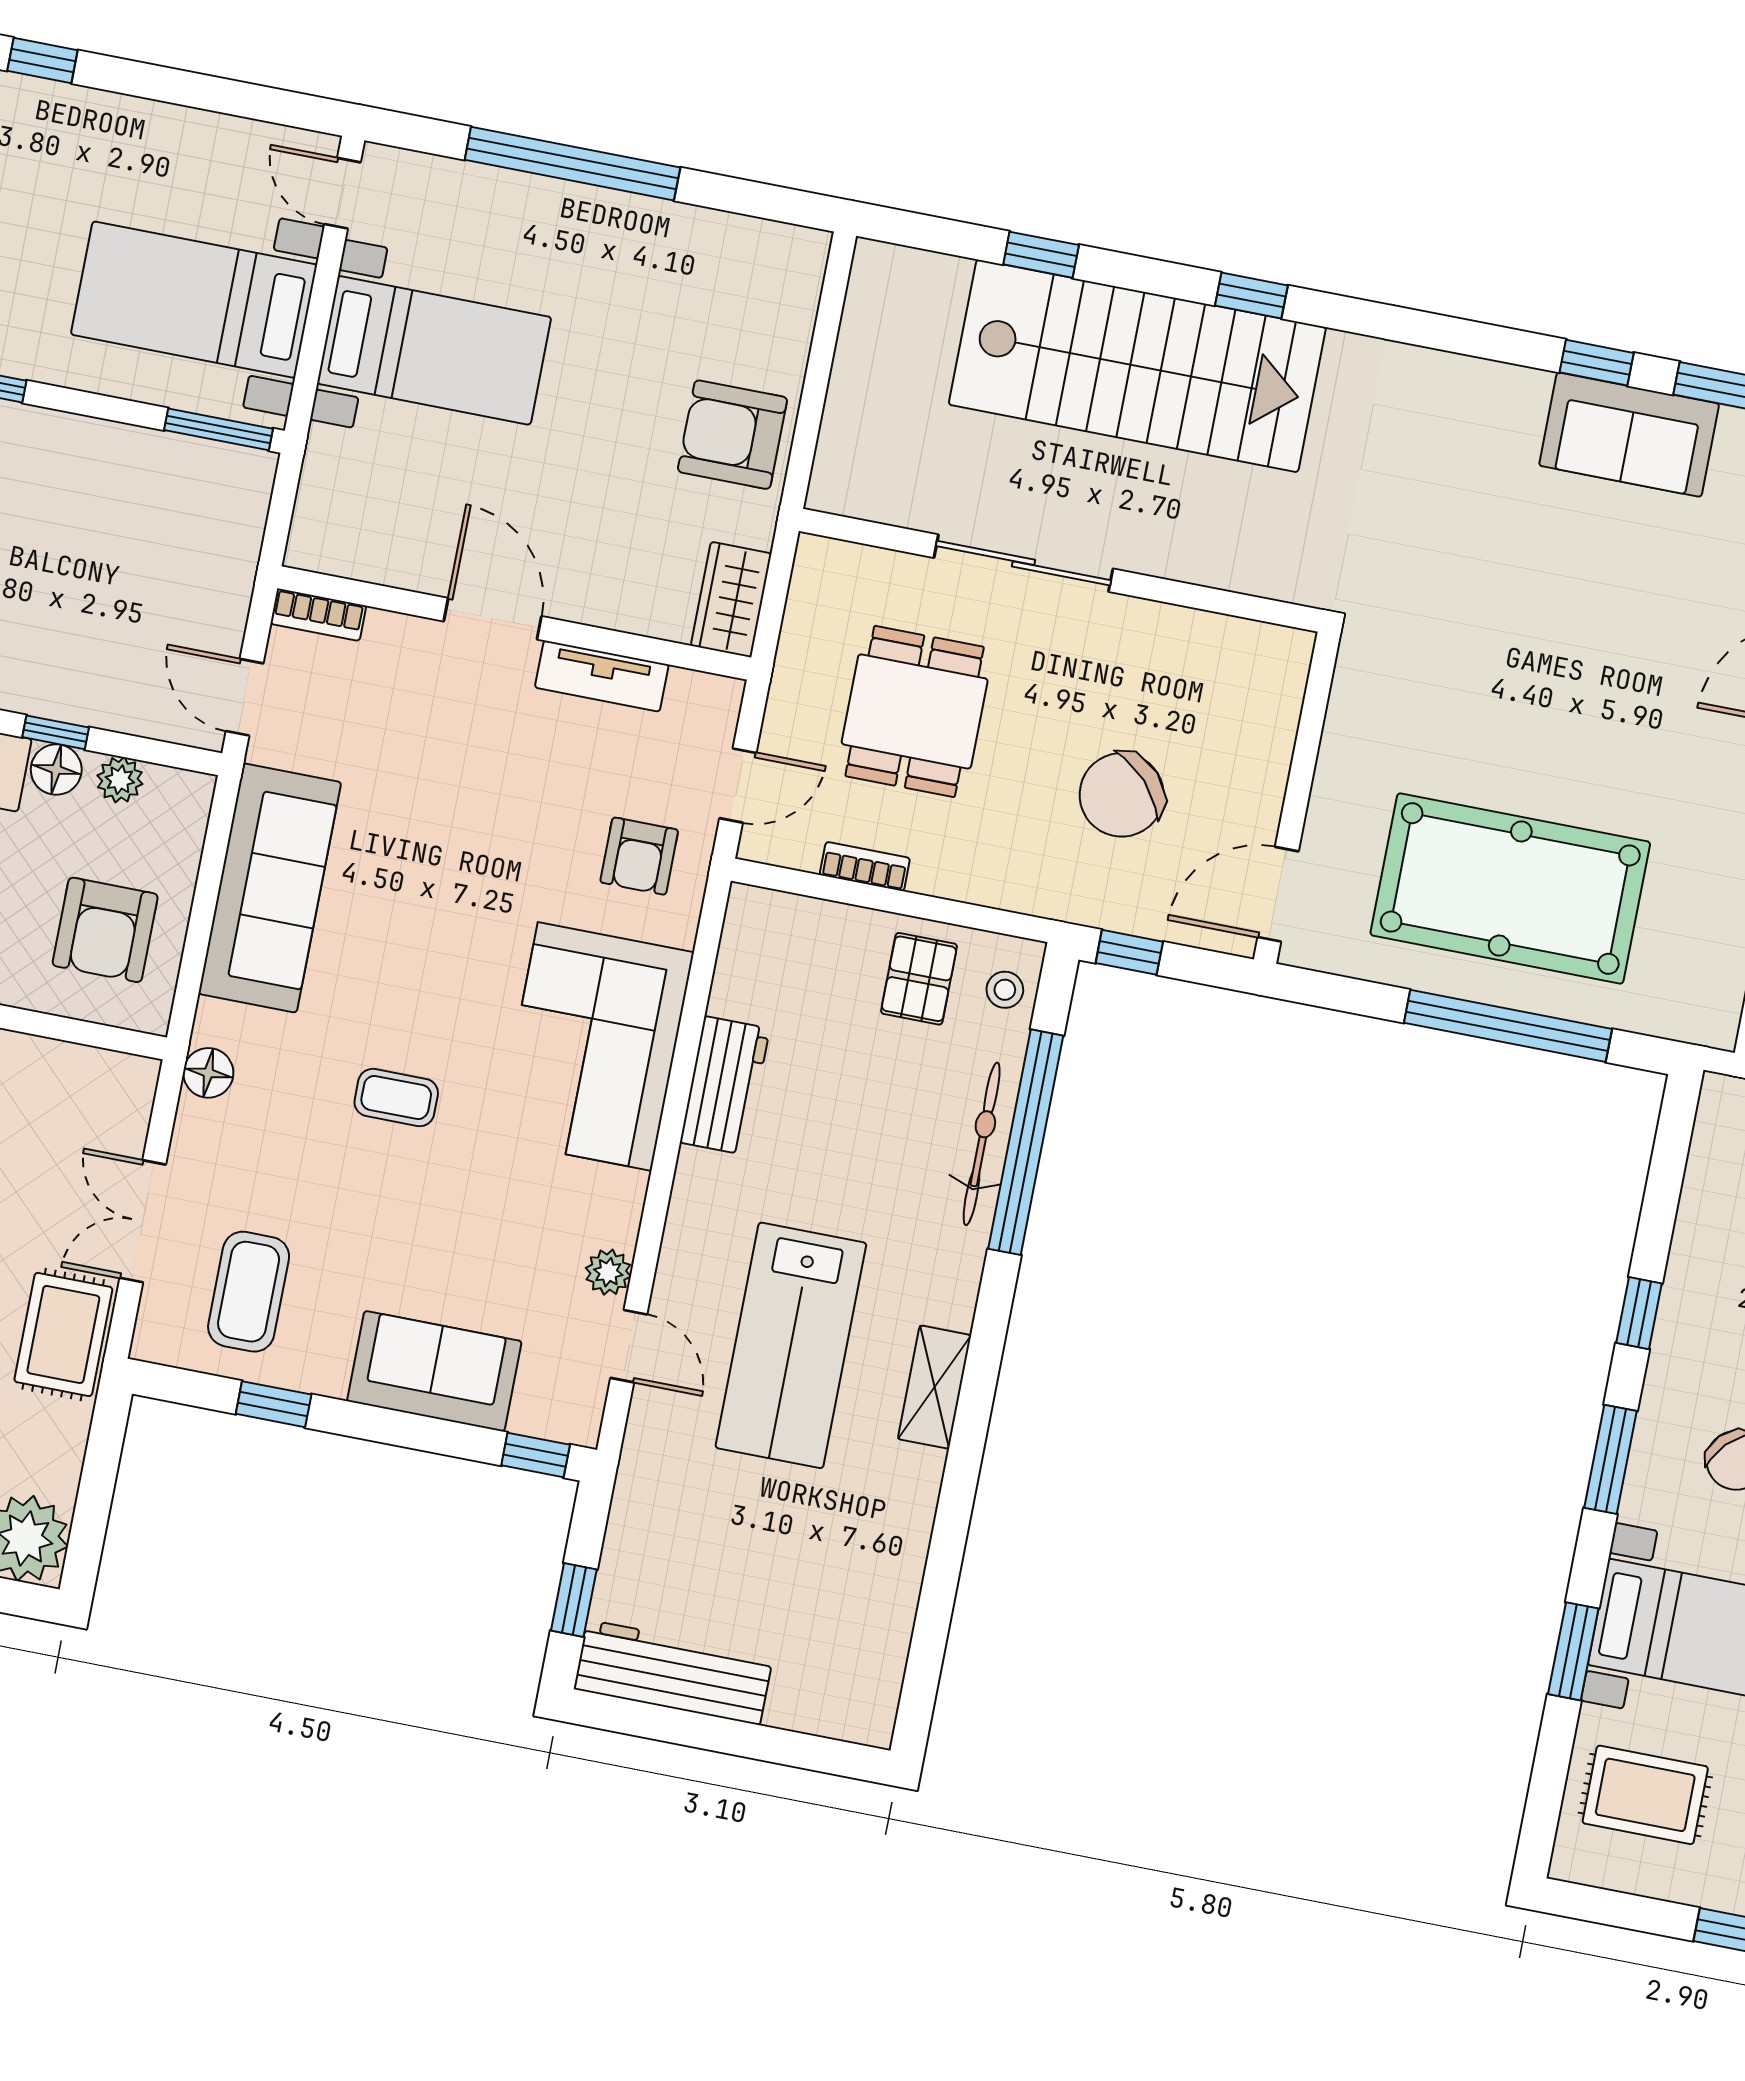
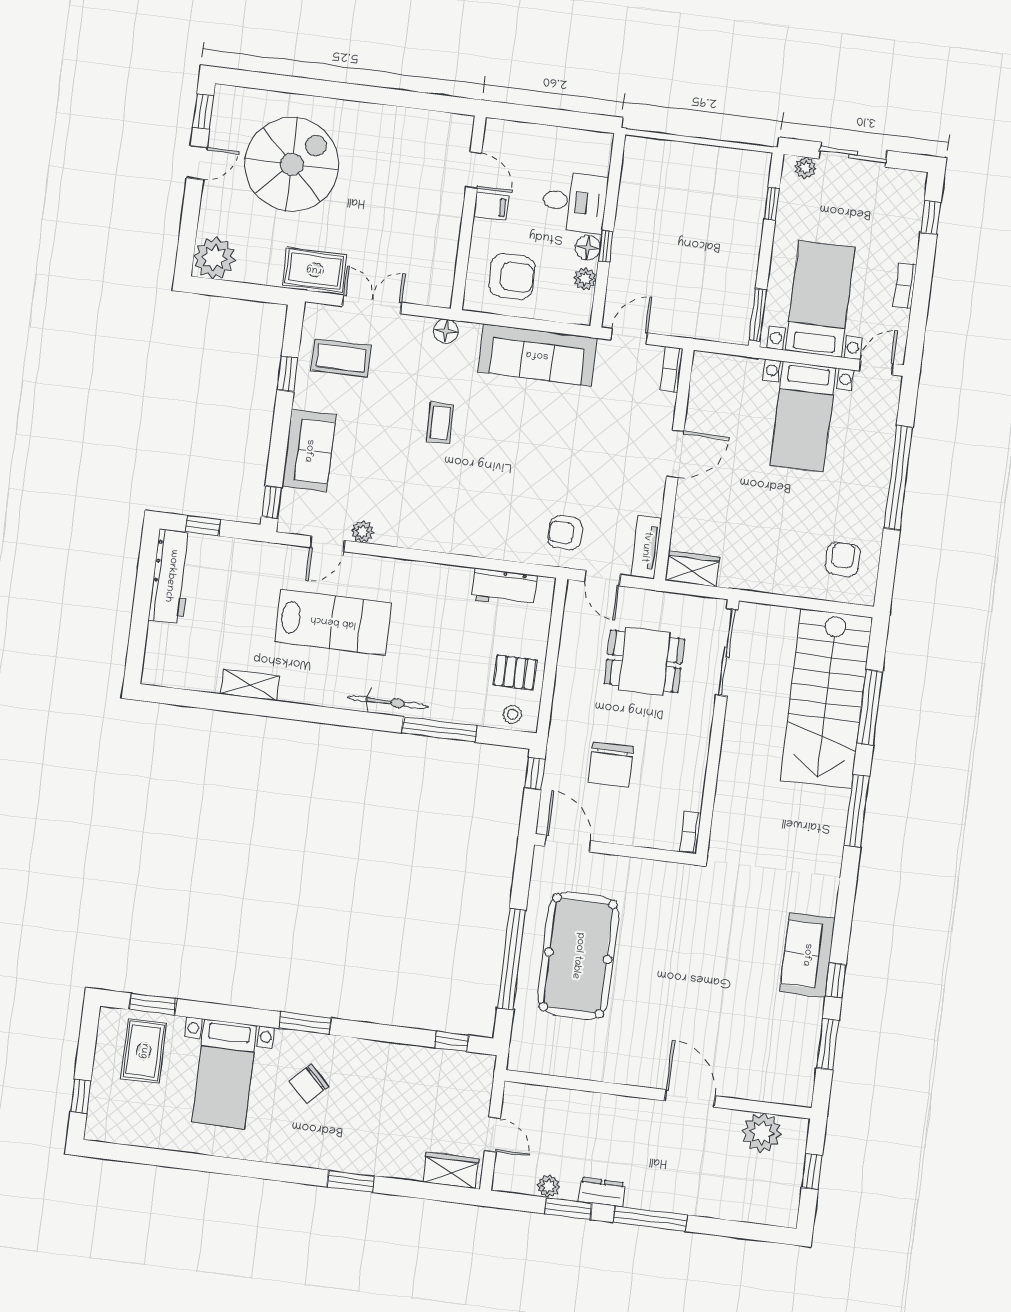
bookcase: (179, 123) -> (905, 286), added
window: (1041, 255) -> (870, 708), width x2.17
window: (1251, 296) -> (857, 811), width x2.17
stairs: (1137, 366) -> (826, 699), moved
armchair: (732, 435) -> (843, 559), moved, width x0.72, depth x0.72
sofa: (1629, 435) -> (807, 955), moved
sliding door: (1024, 563) -> (727, 652), moved
tv unit: (602, 676) -> (646, 547), moved
chair: (1122, 795) -> (611, 764), turned -137
bookcase: (865, 866) -> (691, 832), moved, turned 180
armchair: (105, 930) -> (512, 277), turned 180
corner sofa: (595, 1046) -> (471, 518), removed
workbench: (725, 1085) -> (504, 588), moved
window: (1026, 1142) -> (439, 729), width x0.68
bicycle: (982, 1144) -> (388, 702), moved
window: (1639, 1313) -> (452, 1041), moved
lab bench: (791, 1345) -> (333, 622), turned 180
shelving: (934, 1387) -> (250, 685), moved
window: (1573, 1651) -> (153, 1004), moved

